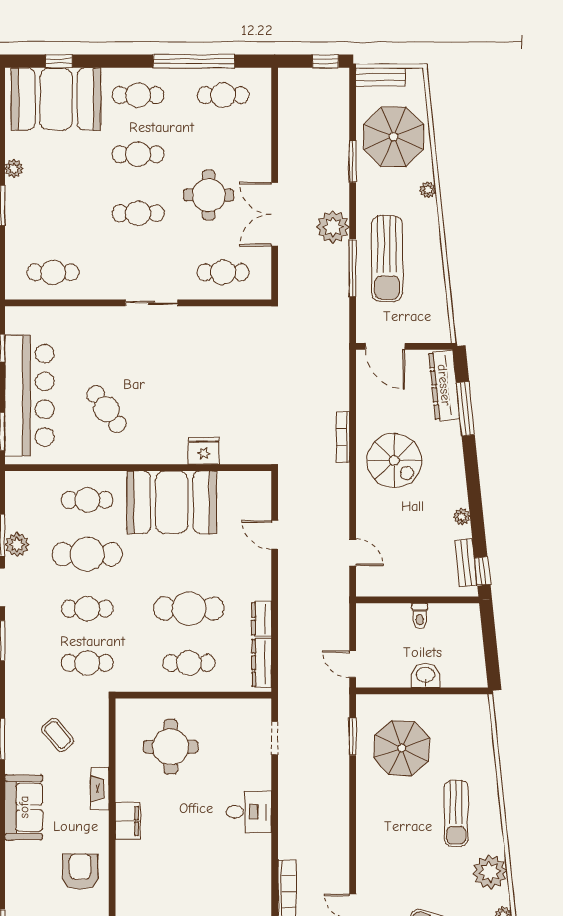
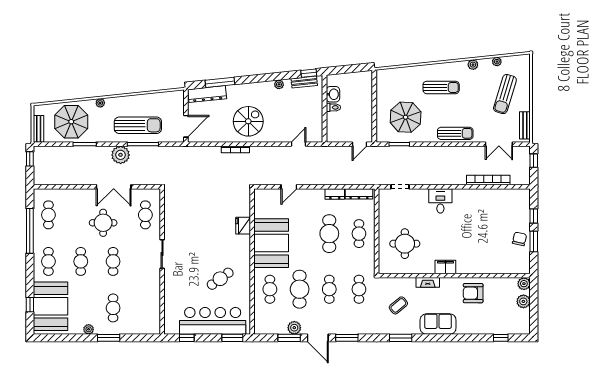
cafe table: (53, 272) -> (113, 308), moved
washbasin: (425, 675) -> (333, 94), moved, turned 180
sun lounger: (372, 839) -> (455, 133), added
plant: (490, 872) -> (473, 65), width x0.53, depth x0.53

